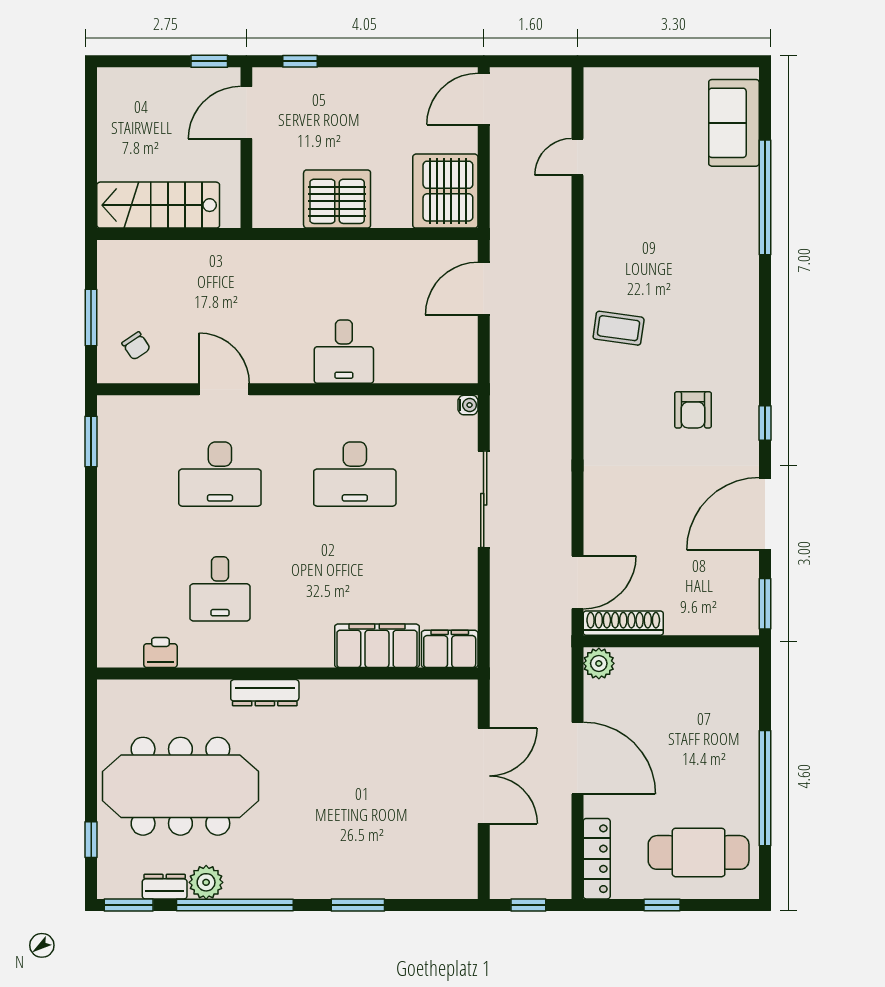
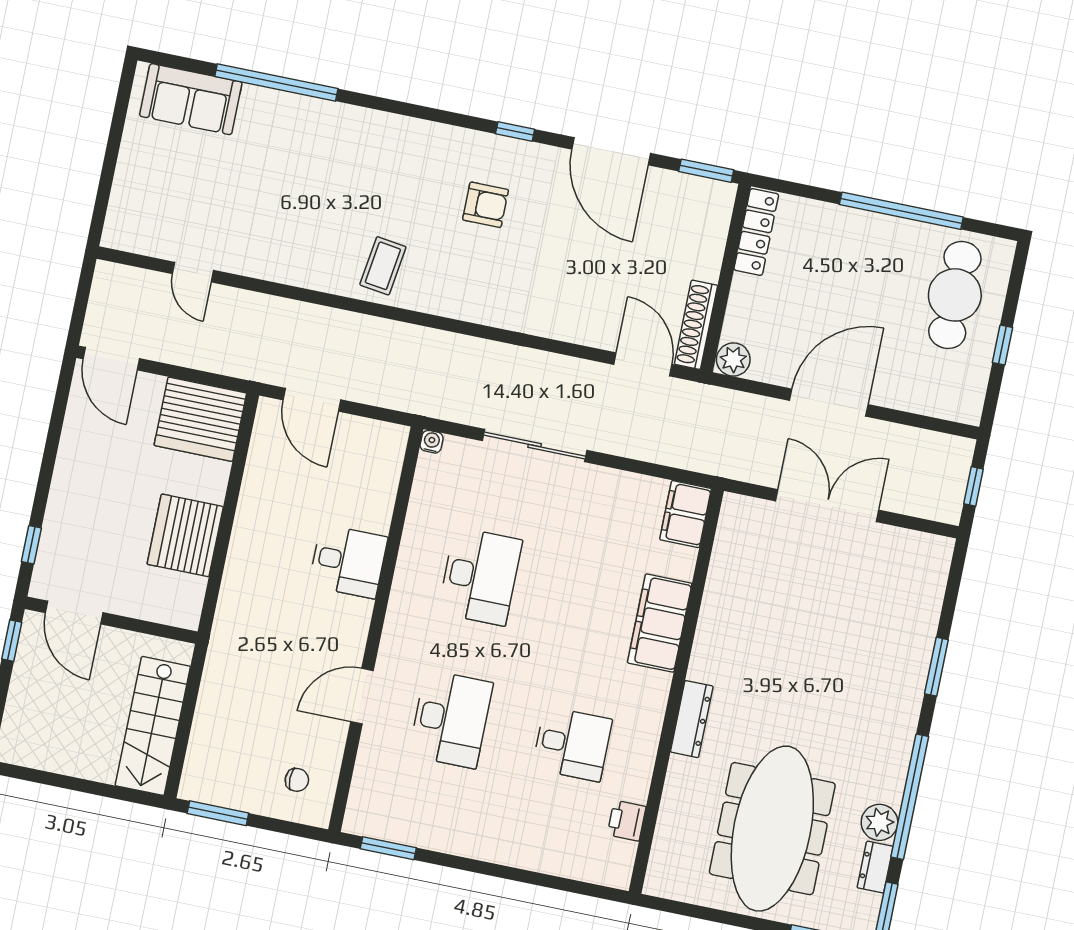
window: (91, 318) -> (218, 813), moved
chair: (136, 346) -> (297, 780), turned 34
filing cabinet: (377, 646) -> (660, 623), moved
locker: (597, 859) -> (756, 232), moved, turned 90

